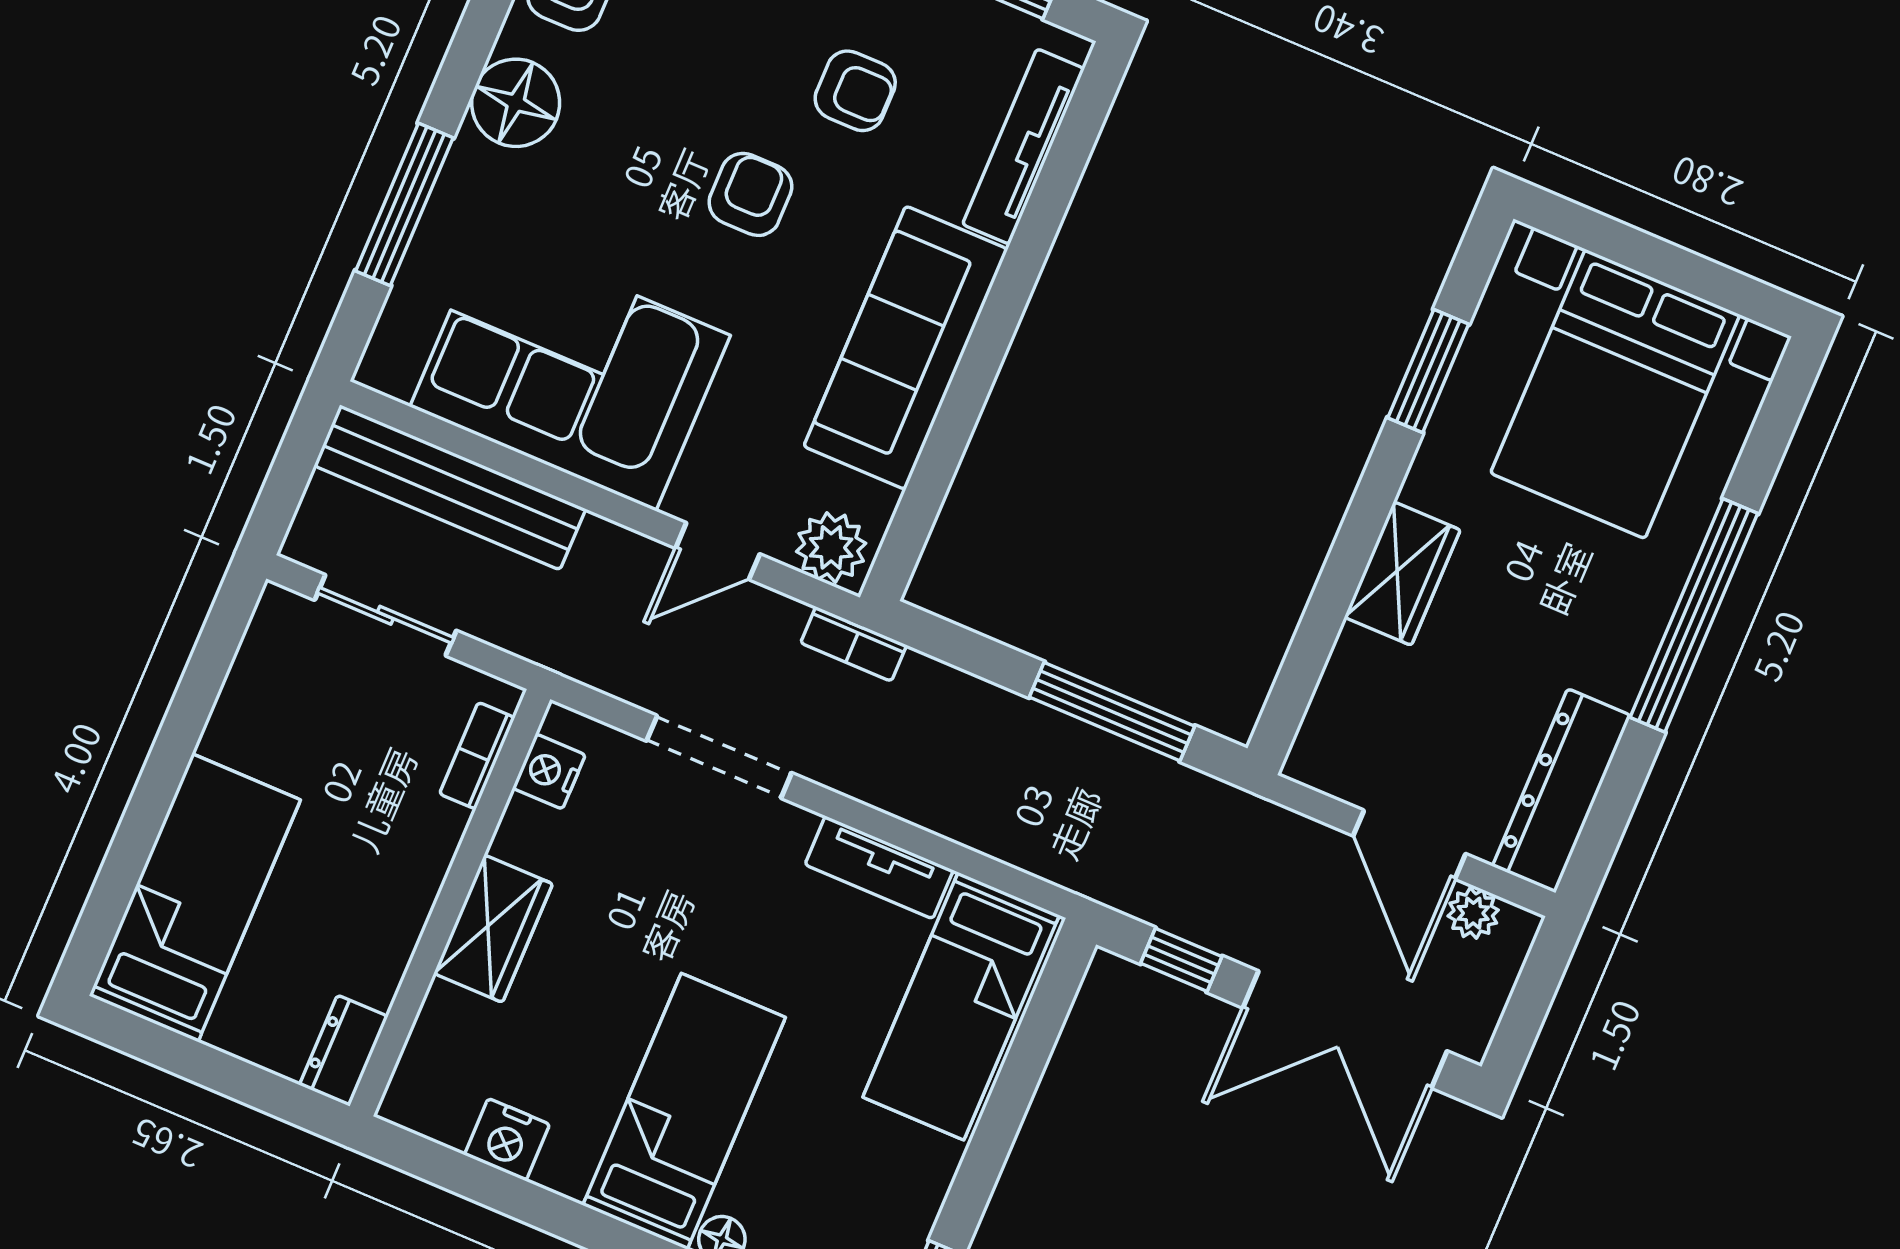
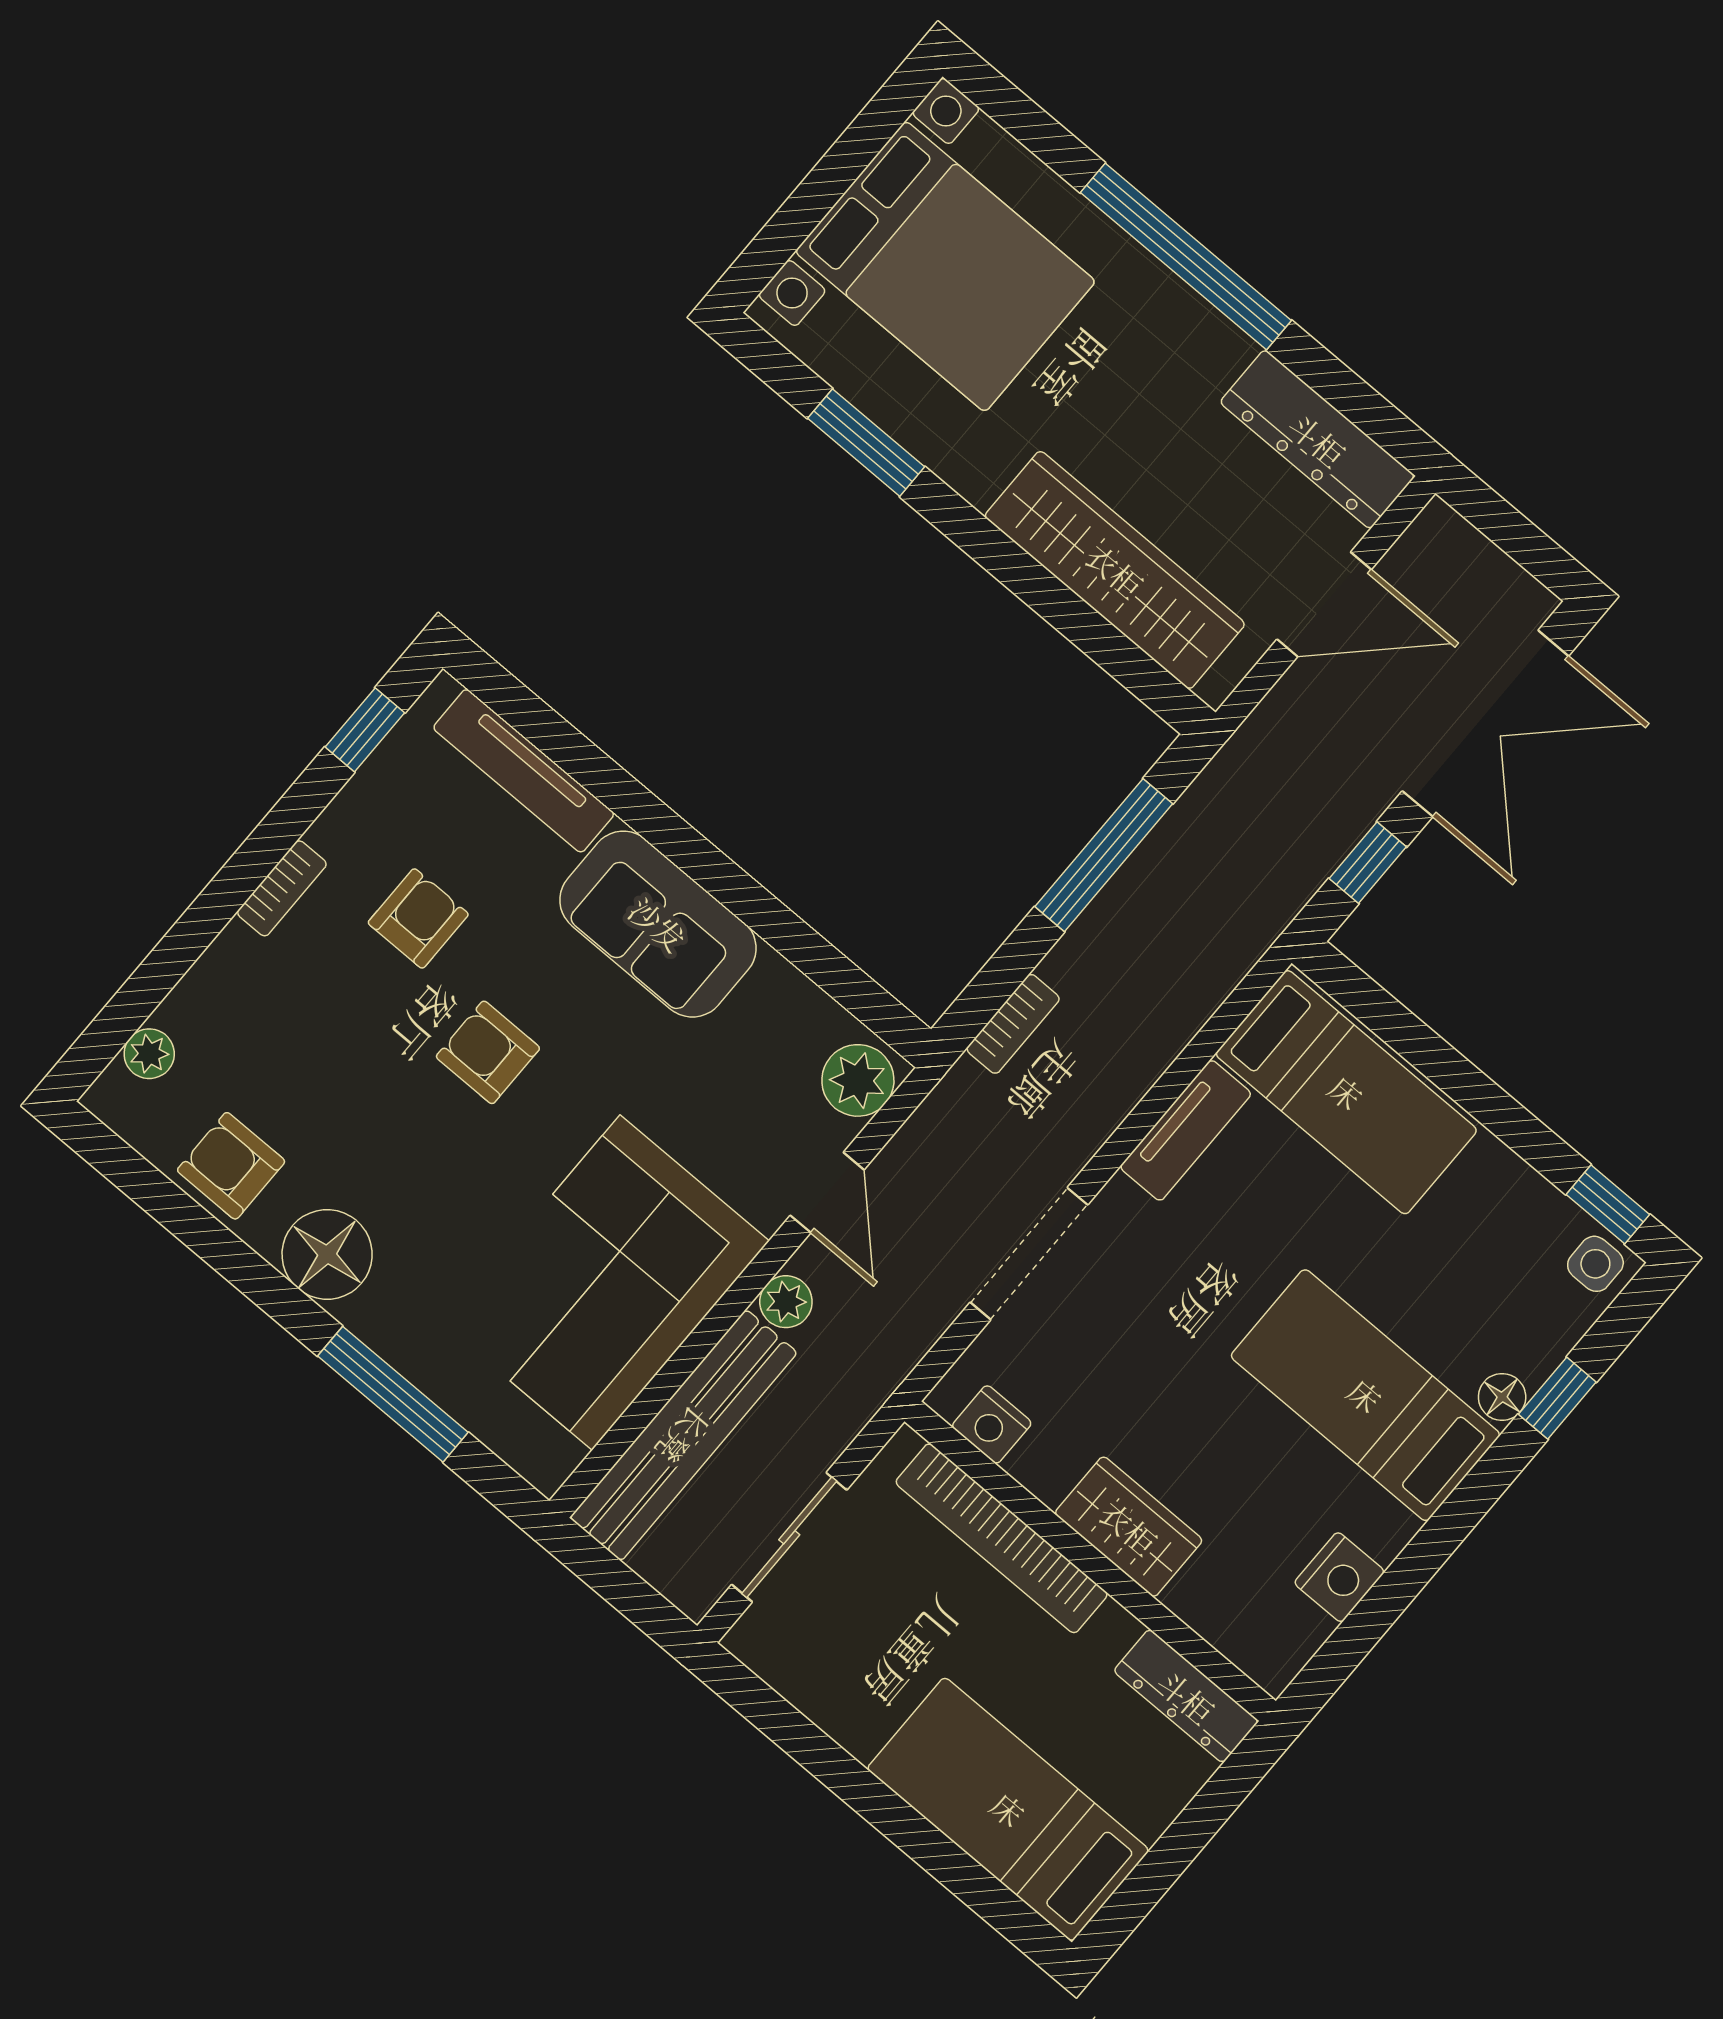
sofa: (906, 348) -> (658, 924), width x0.73
wardrobe: (1402, 574) -> (1115, 570), width x2.10, depth x1.17
bookcase: (854, 644) -> (1013, 1024), moved
bookcase: (477, 756) -> (1002, 1538), width x2.31, depth x1.31
plant: (1473, 913) -> (786, 1302), moved
dresser: (344, 1051) -> (1186, 1696), width x1.44

